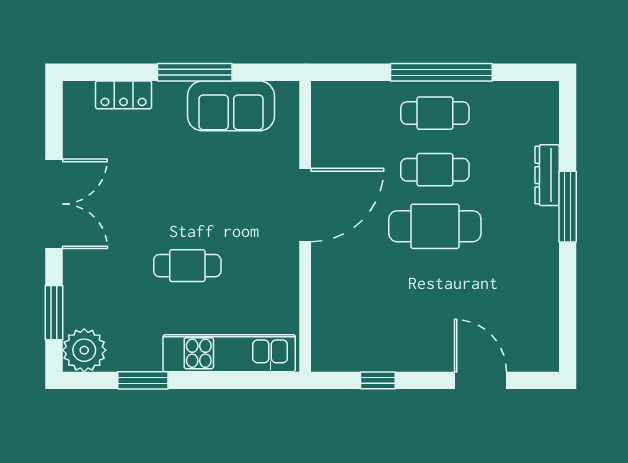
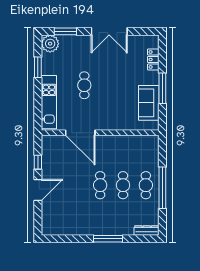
dresser: (547, 175) -> (147, 230), moved
door: (305, 205) -> (80, 133), moved
cafe table: (435, 226) -> (100, 185), width x0.73, depth x0.74
door: (480, 380) -> (38, 190), moved

